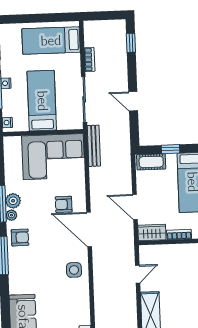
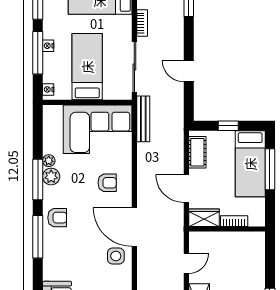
cot: (151, 162) -> (197, 152), moved, turned 90
armchair: (64, 204) -> (107, 183), turned 180
plant: (11, 215) -> (49, 161), moved
door: (89, 230) -> (134, 227), moved

